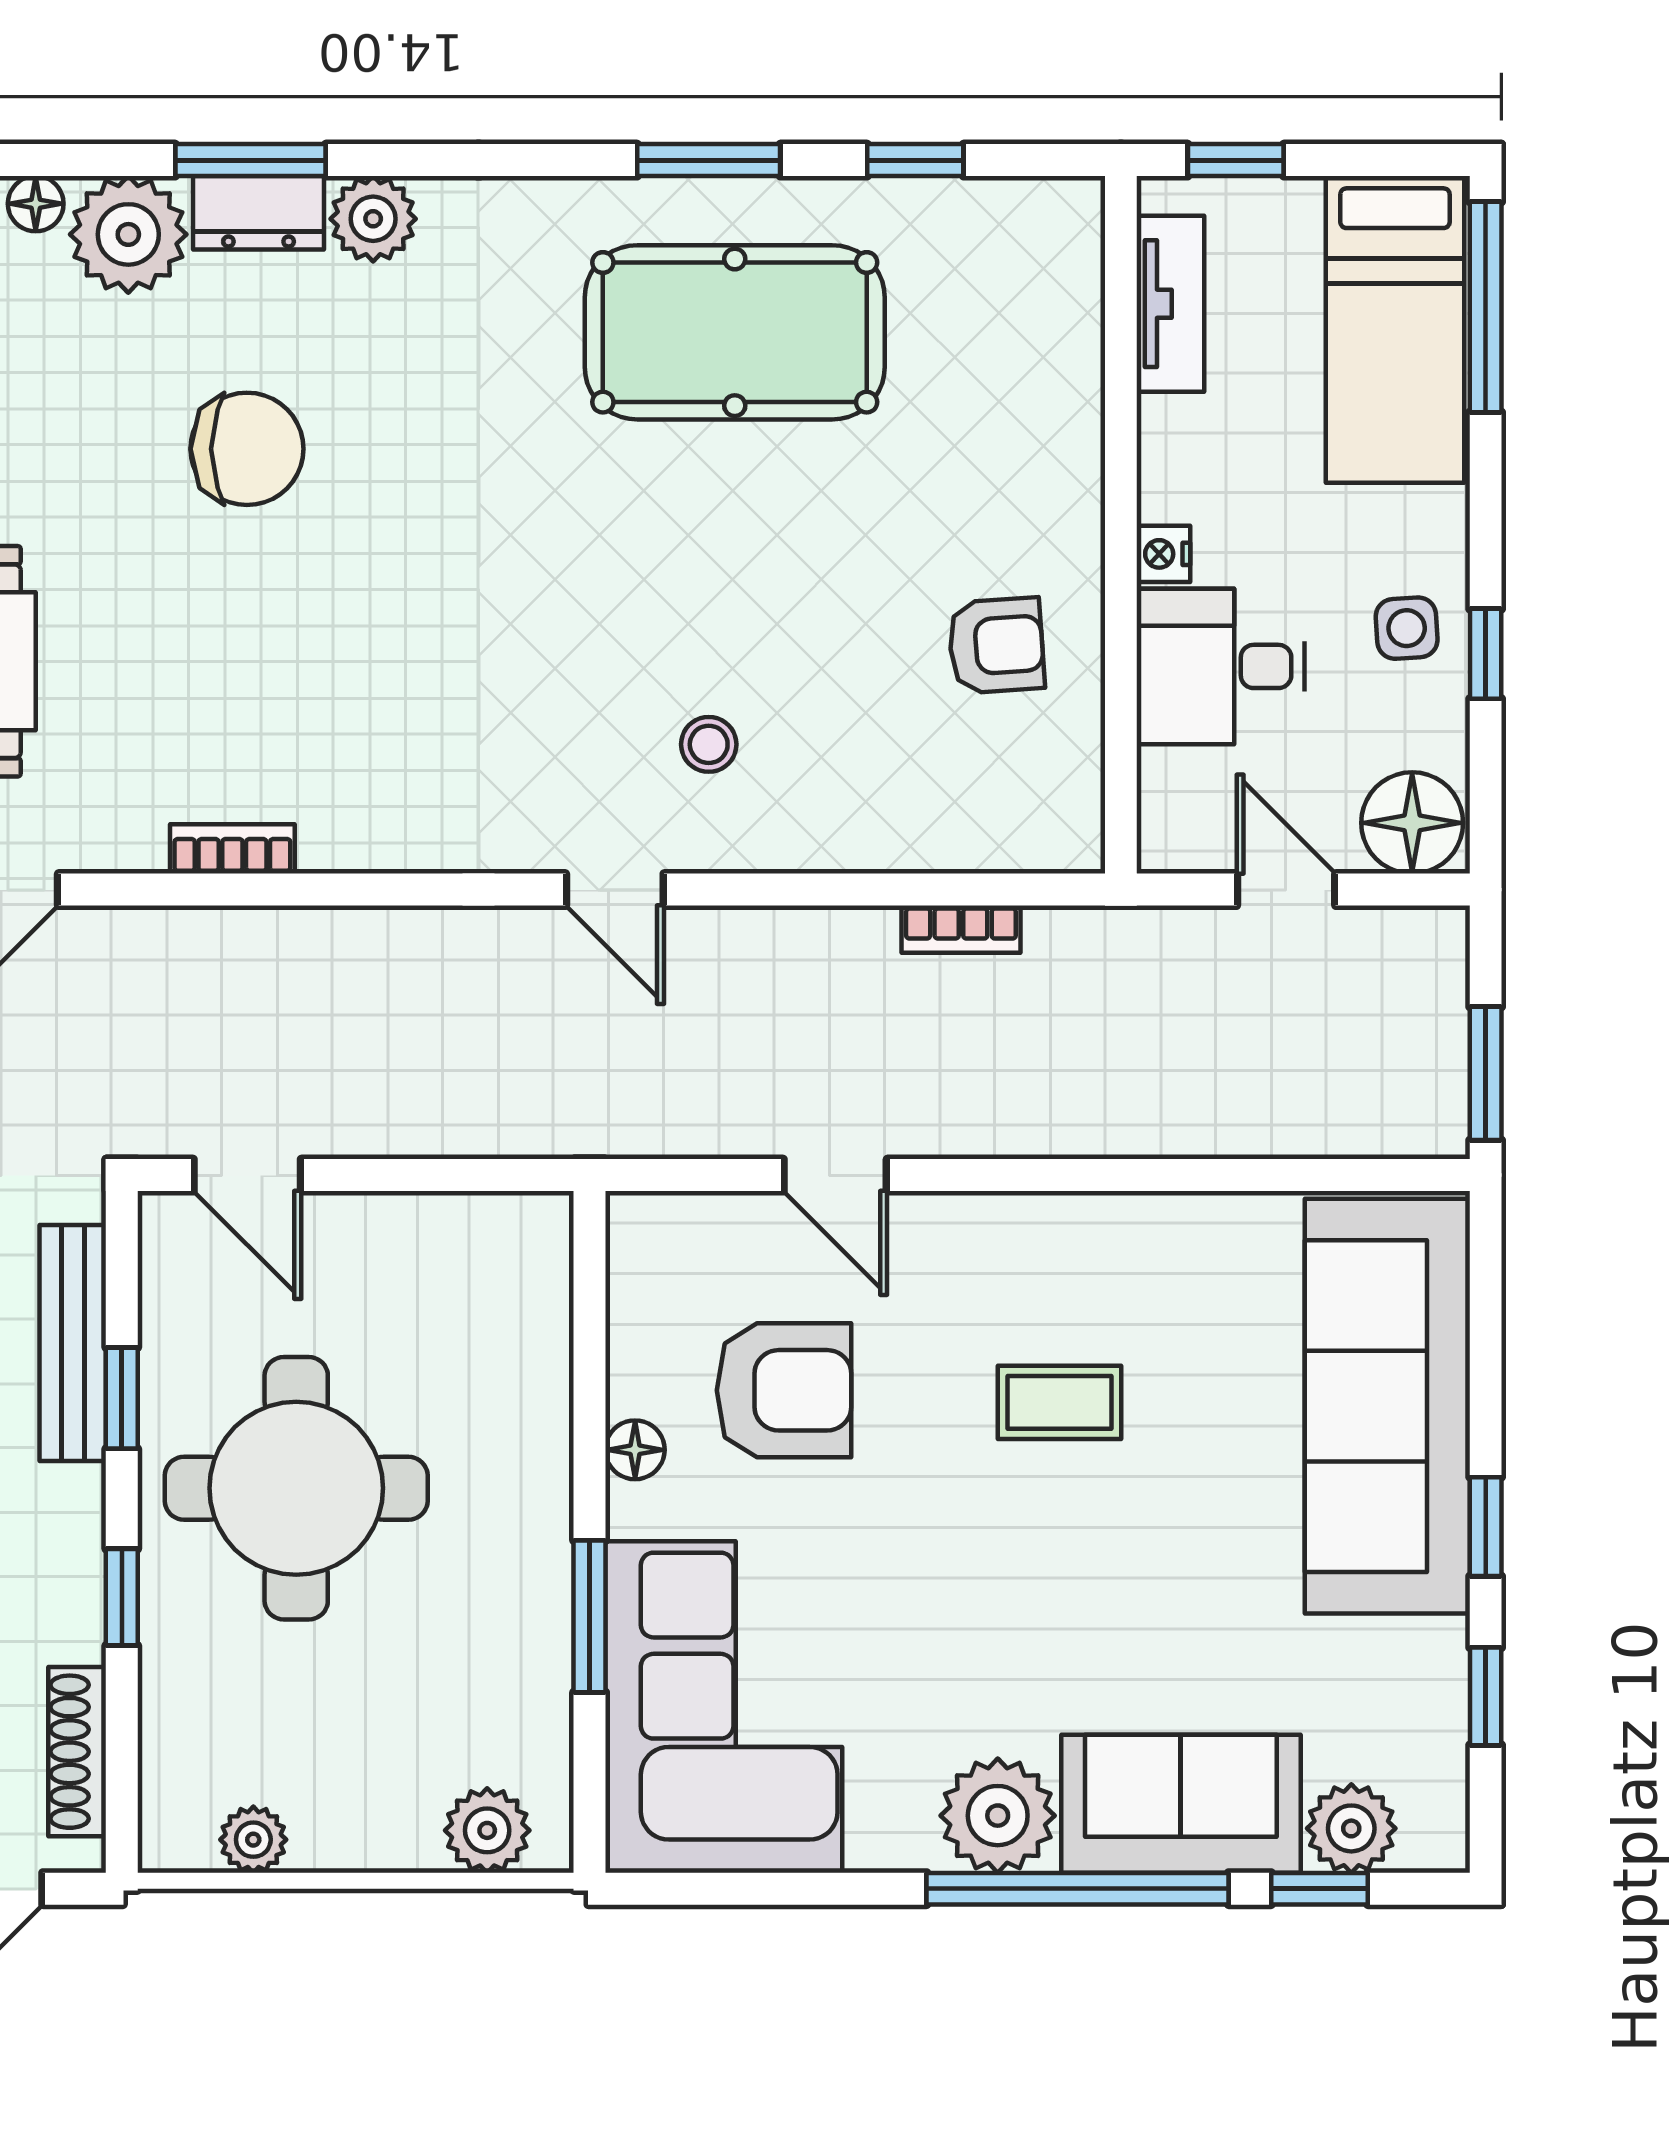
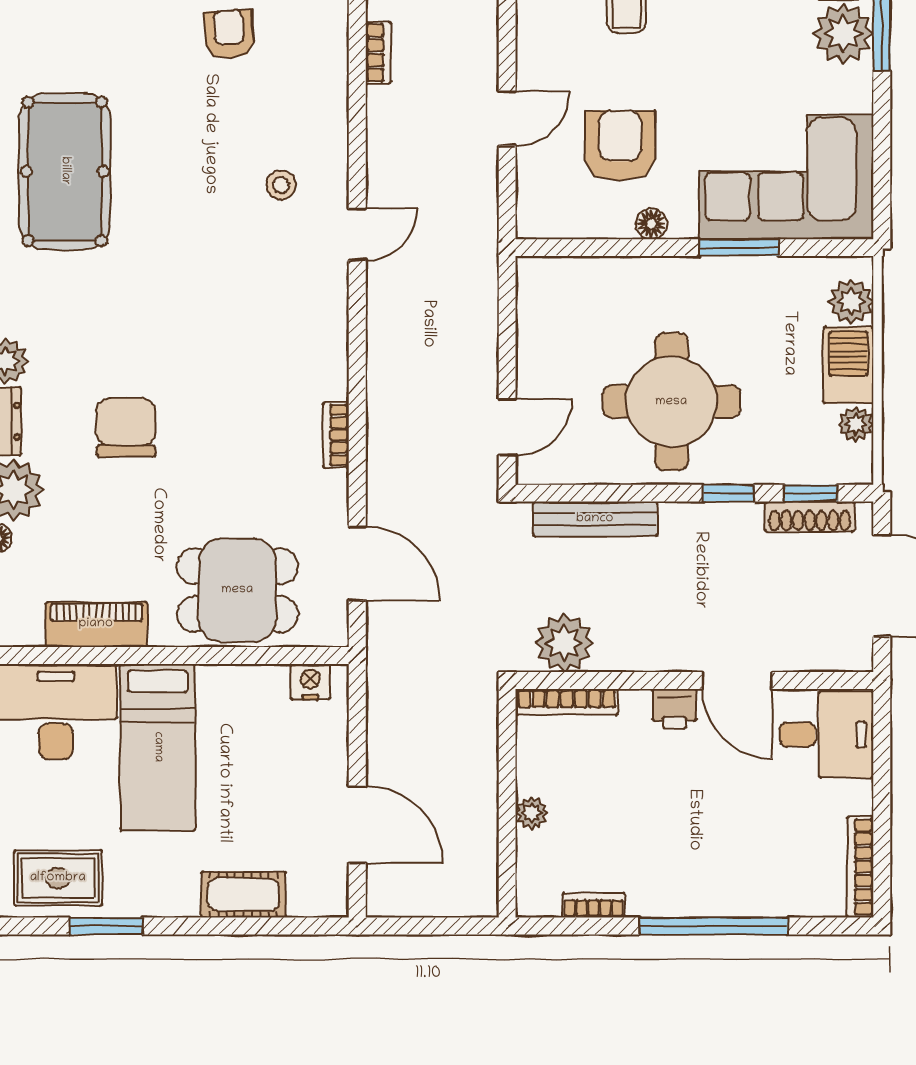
window: (122, 1398) -> (811, 493), moved
barbecue: (366, 1825) -> (848, 365), added

